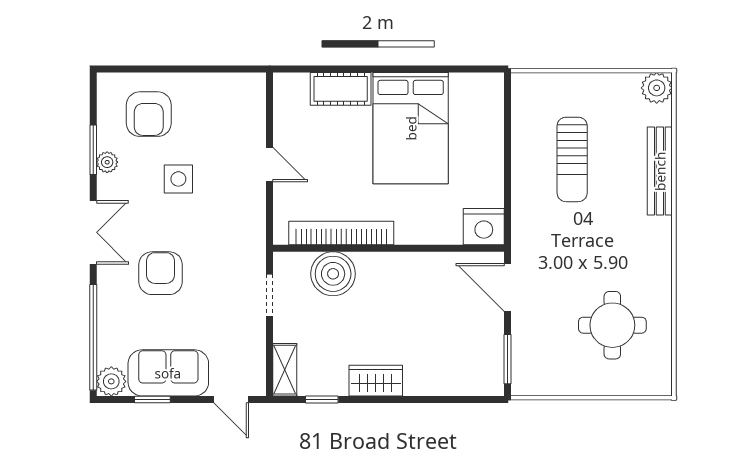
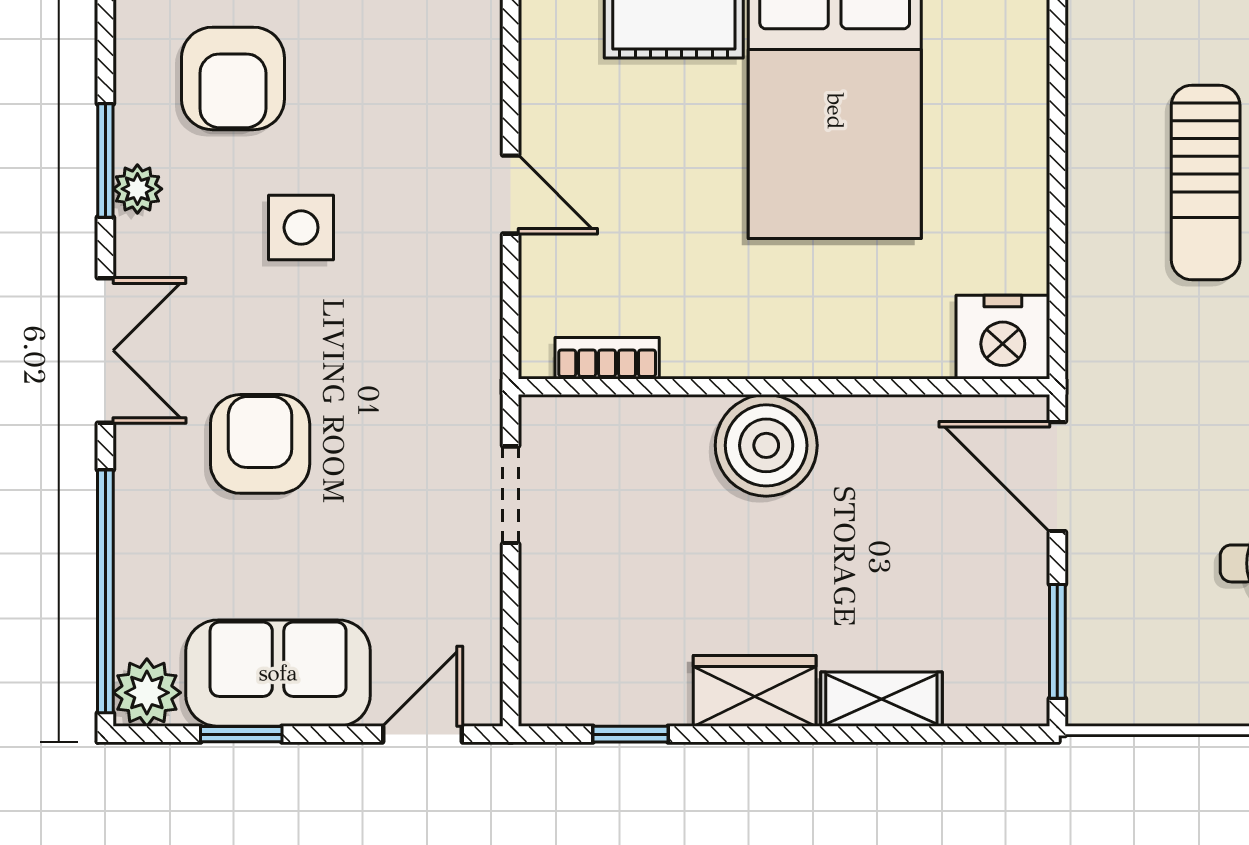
bookcase: (341, 233) -> (607, 358), width x0.43, depth x0.76
boiler: (333, 274) -> (766, 445), moved
shelving: (285, 370) -> (881, 699), moved, turned 90
door: (231, 399) -> (422, 734), swing flipped

